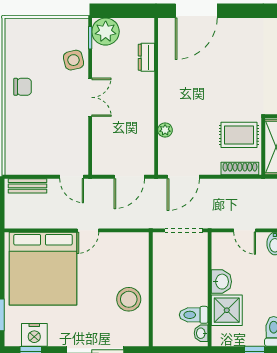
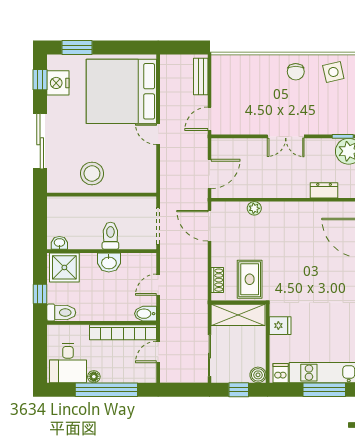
side table: (74, 60) -> (333, 72), moved
shoe rack: (240, 169) -> (217, 280), width x0.70
door: (129, 177) -> (209, 174), swing flipped
shower: (227, 310) -> (64, 267), moved
toilet: (194, 315) -> (110, 236), moved

